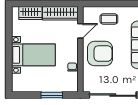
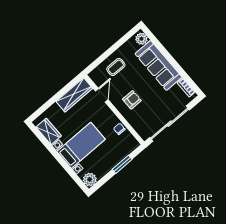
wardrobe: (30, 13) -> (49, 131), moved, turned -90
armchair: (100, 54) -> (132, 100), width x0.53, depth x0.53
plant: (18, 86) -> (90, 179), added

